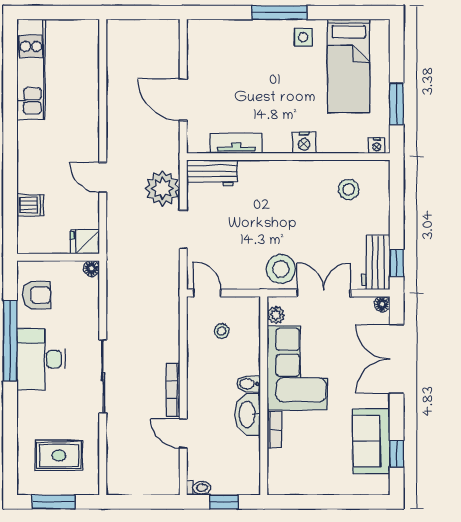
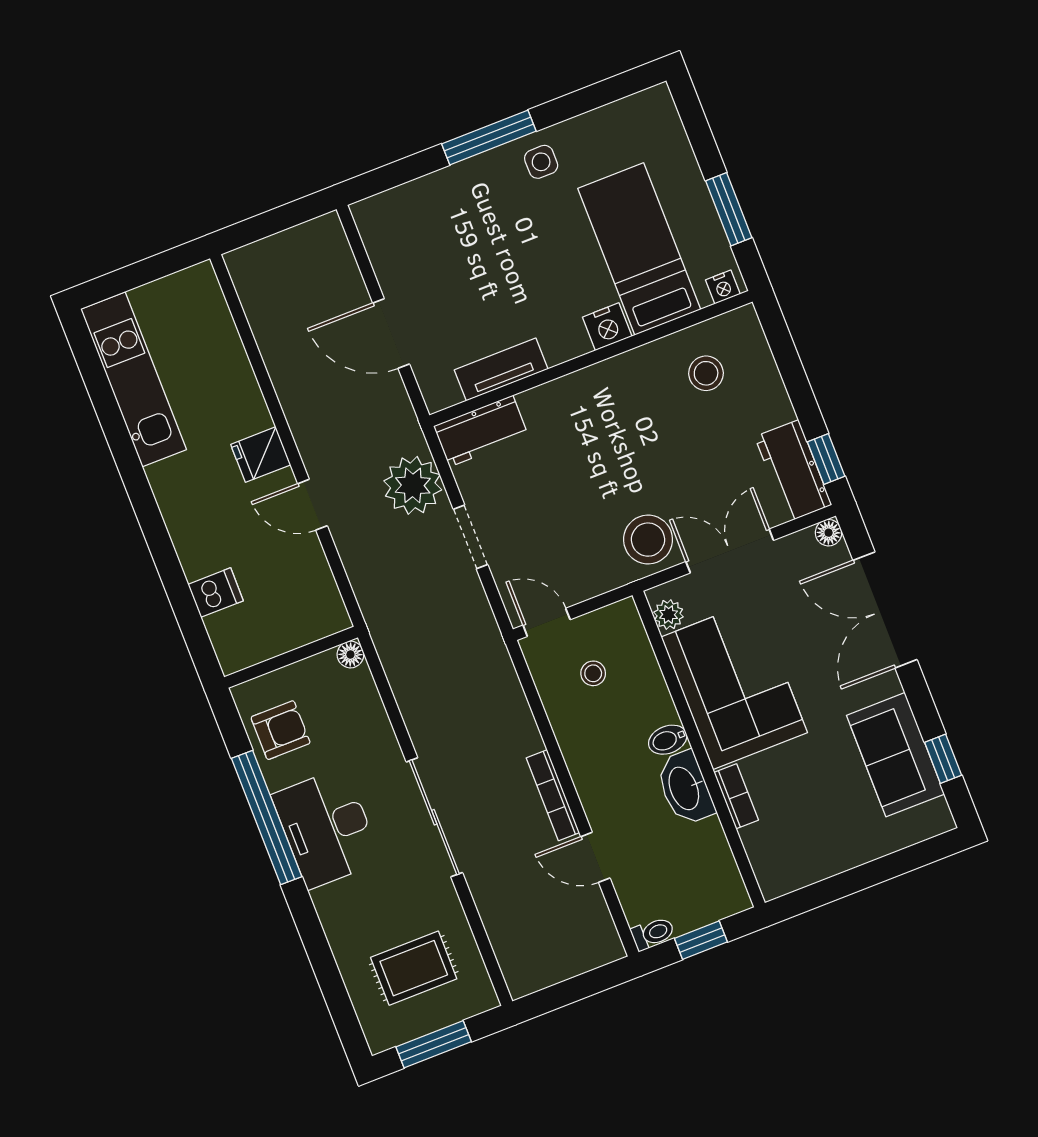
bed: (349, 66) -> (639, 249), moved, turned 180
fridge: (85, 242) -> (261, 455), moved

